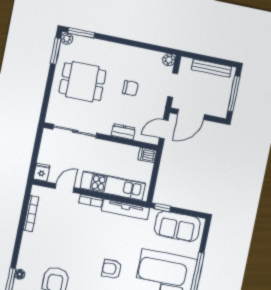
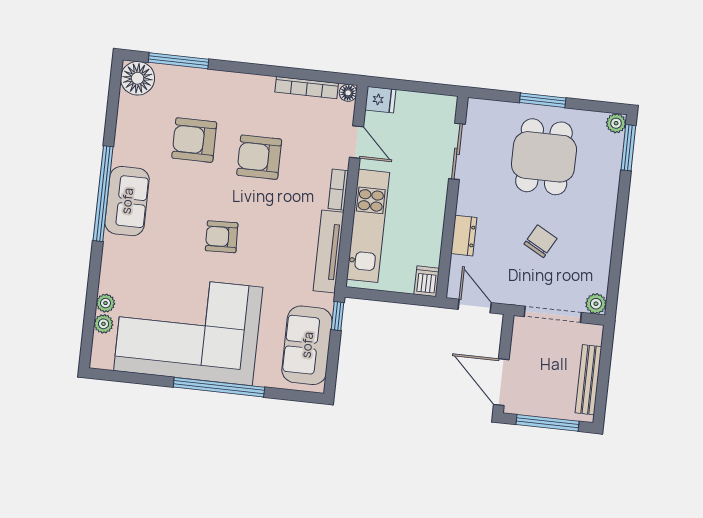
window: (56, 51) -> (543, 100), moved
doorway: (173, 85) -> (553, 314), width x1.38
chair: (130, 88) -> (540, 241), turned -151
door: (191, 114) -> (501, 382), moved
sliding door: (75, 131) -> (457, 151), width x0.73
armchair: (68, 244) -> (259, 157), added
armchair: (112, 269) -> (222, 237), turned -92
floor lamp: (20, 274) -> (348, 93), moved

